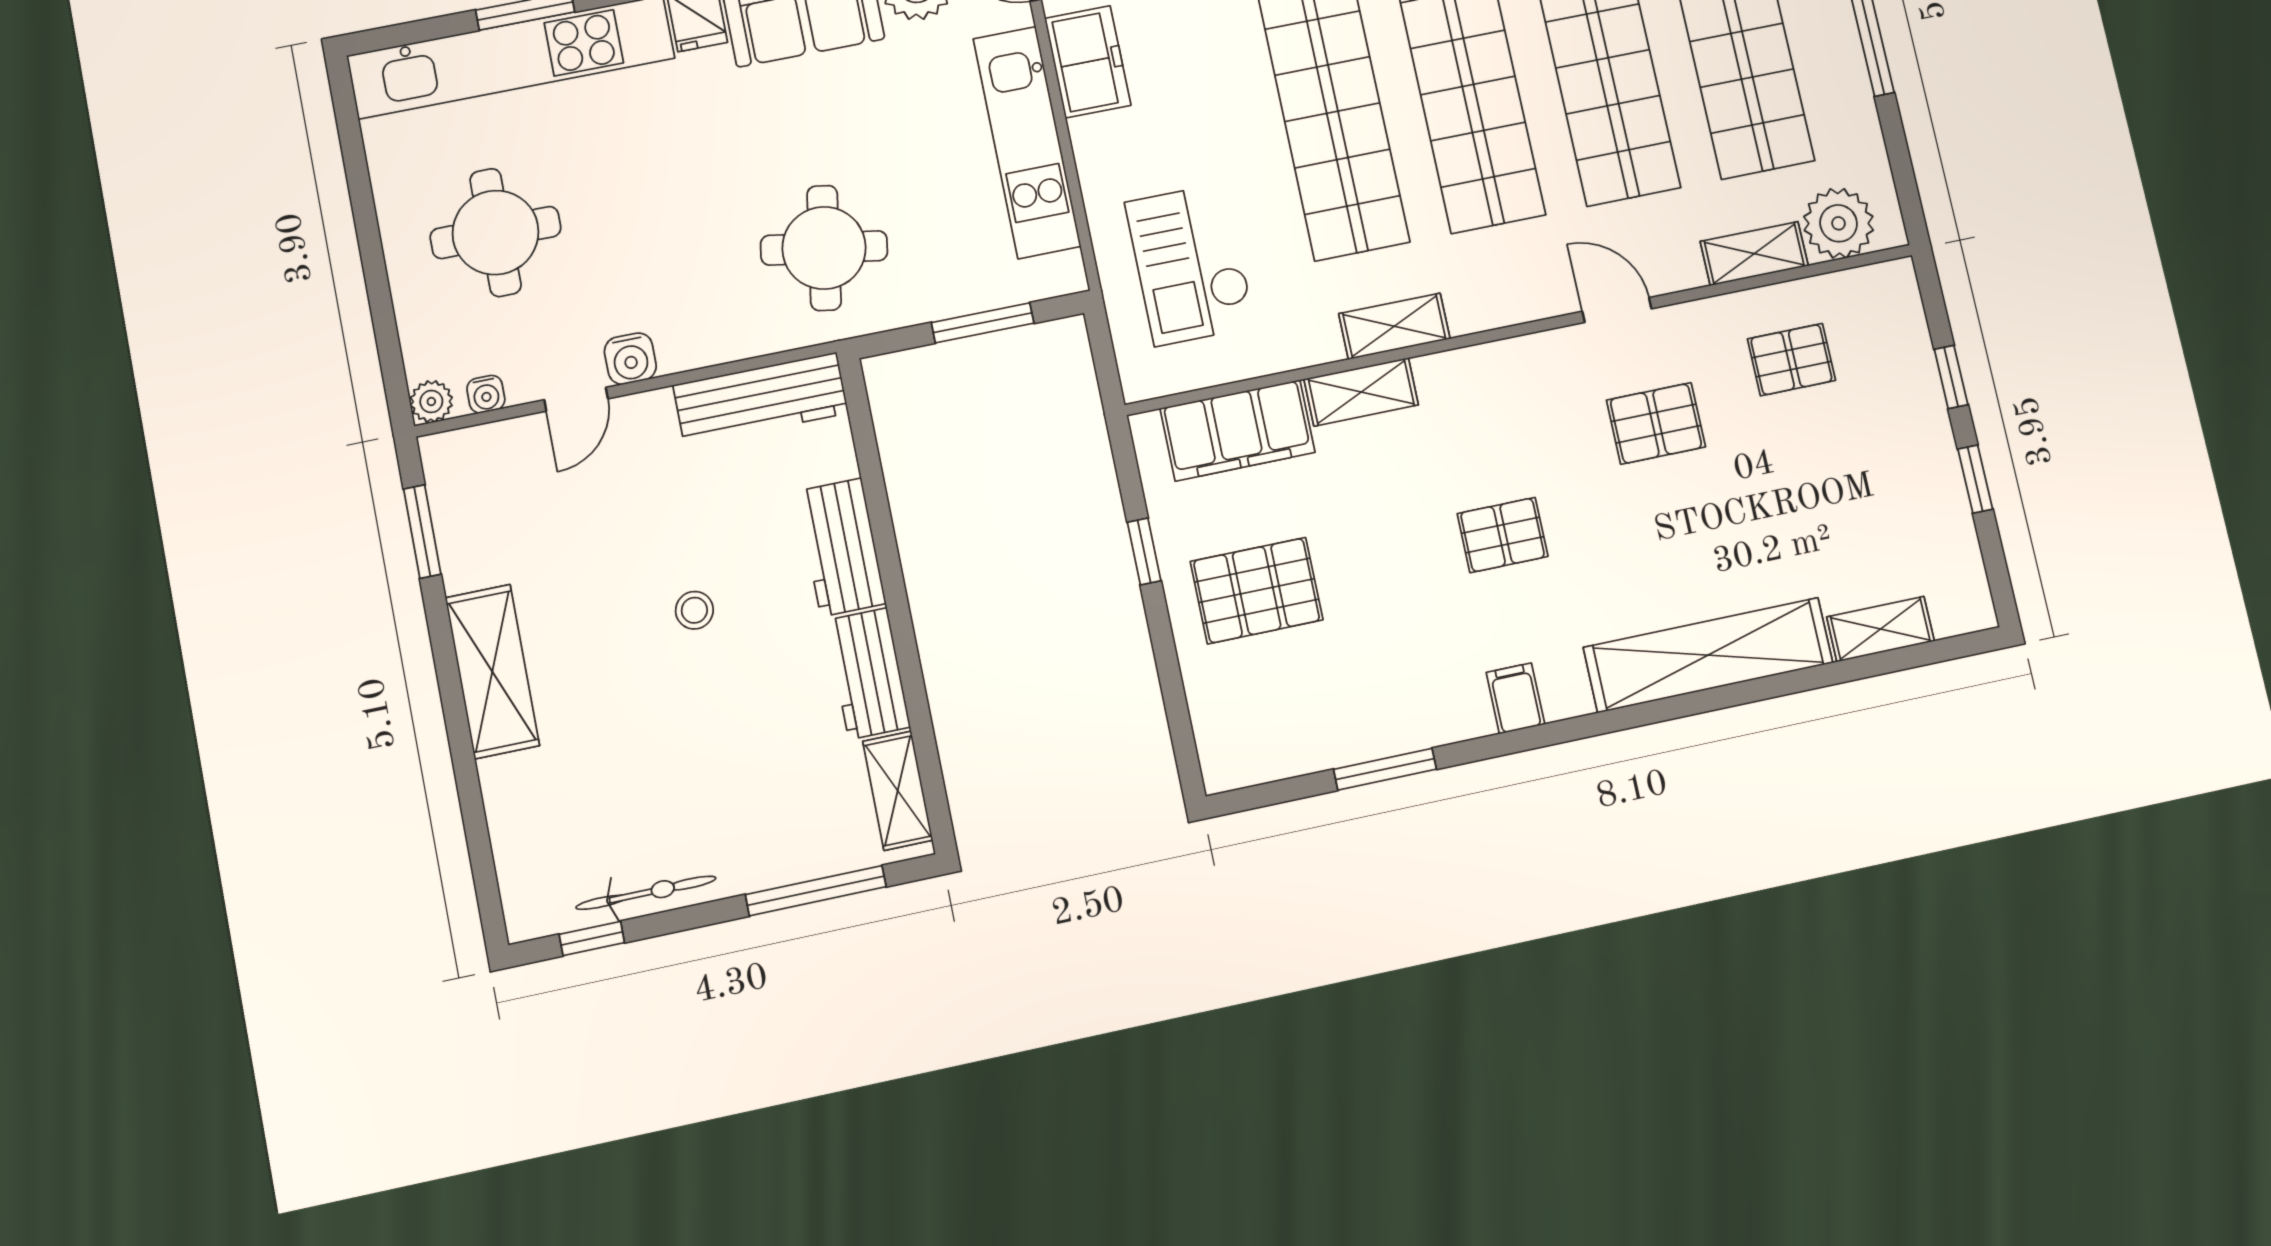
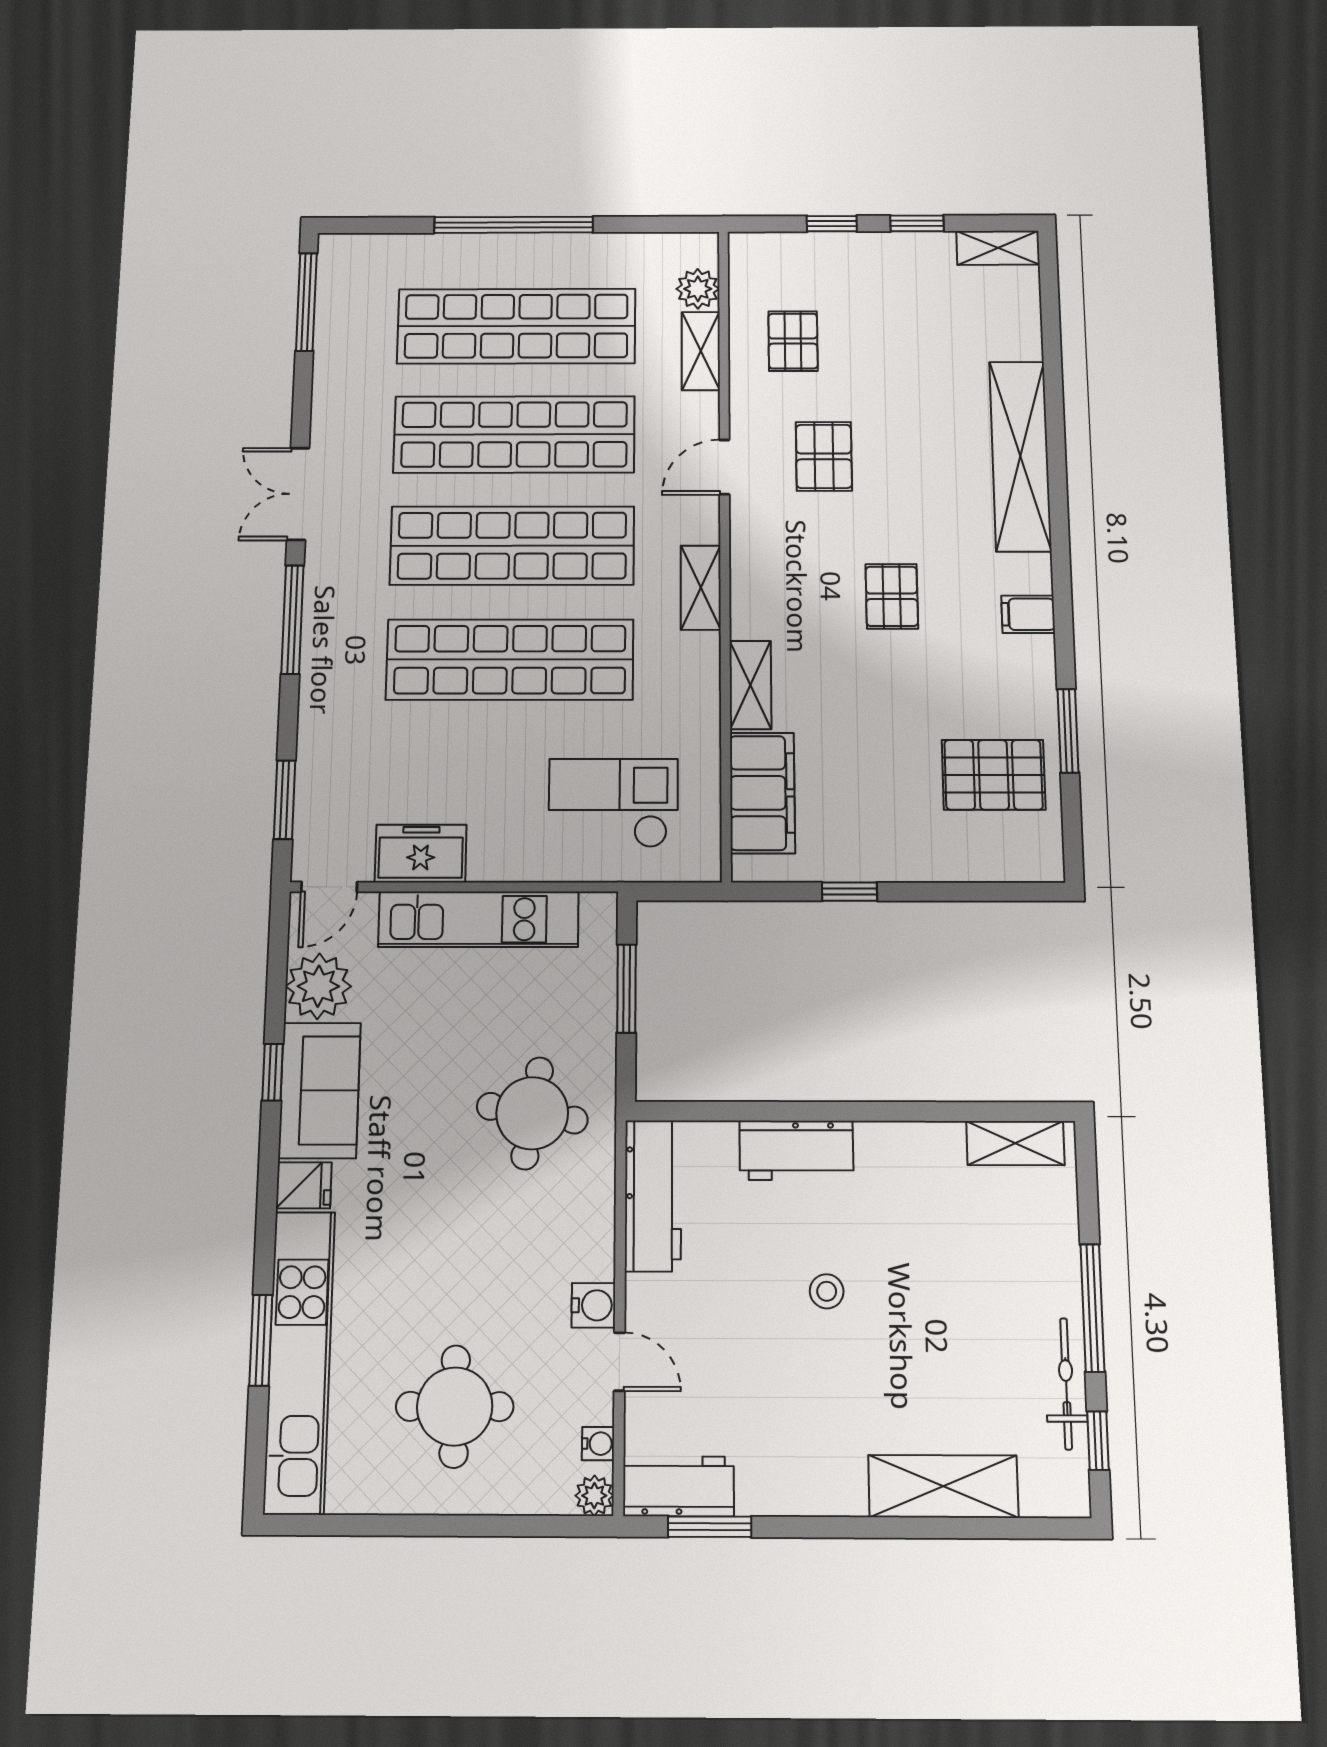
plant: (1839, 223) -> (698, 289), width x0.73, depth x0.73
checkout: (1190, 264) -> (613, 803), turned 180
shelving: (1394, 326) -> (701, 588), moved
pallet: (1257, 591) -> (994, 775), moved, turned 90
shelving: (1880, 629) -> (998, 248), moved, turned 90
shelving: (492, 672) -> (943, 1486), moved
workbench: (868, 674) -> (678, 1486), moved, turned 180
window: (816, 891) -> (1092, 1308), moved

